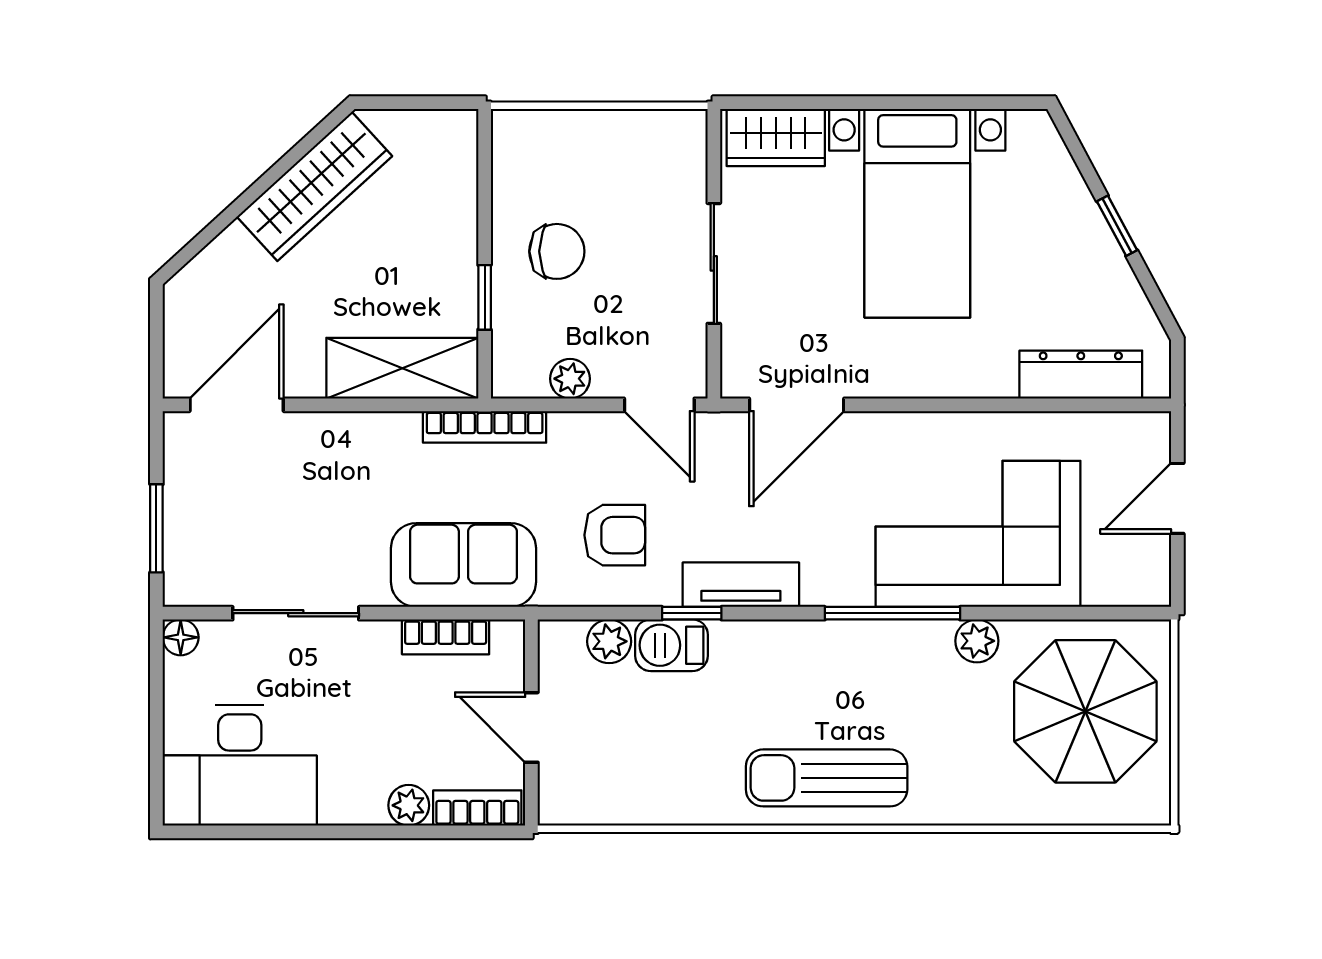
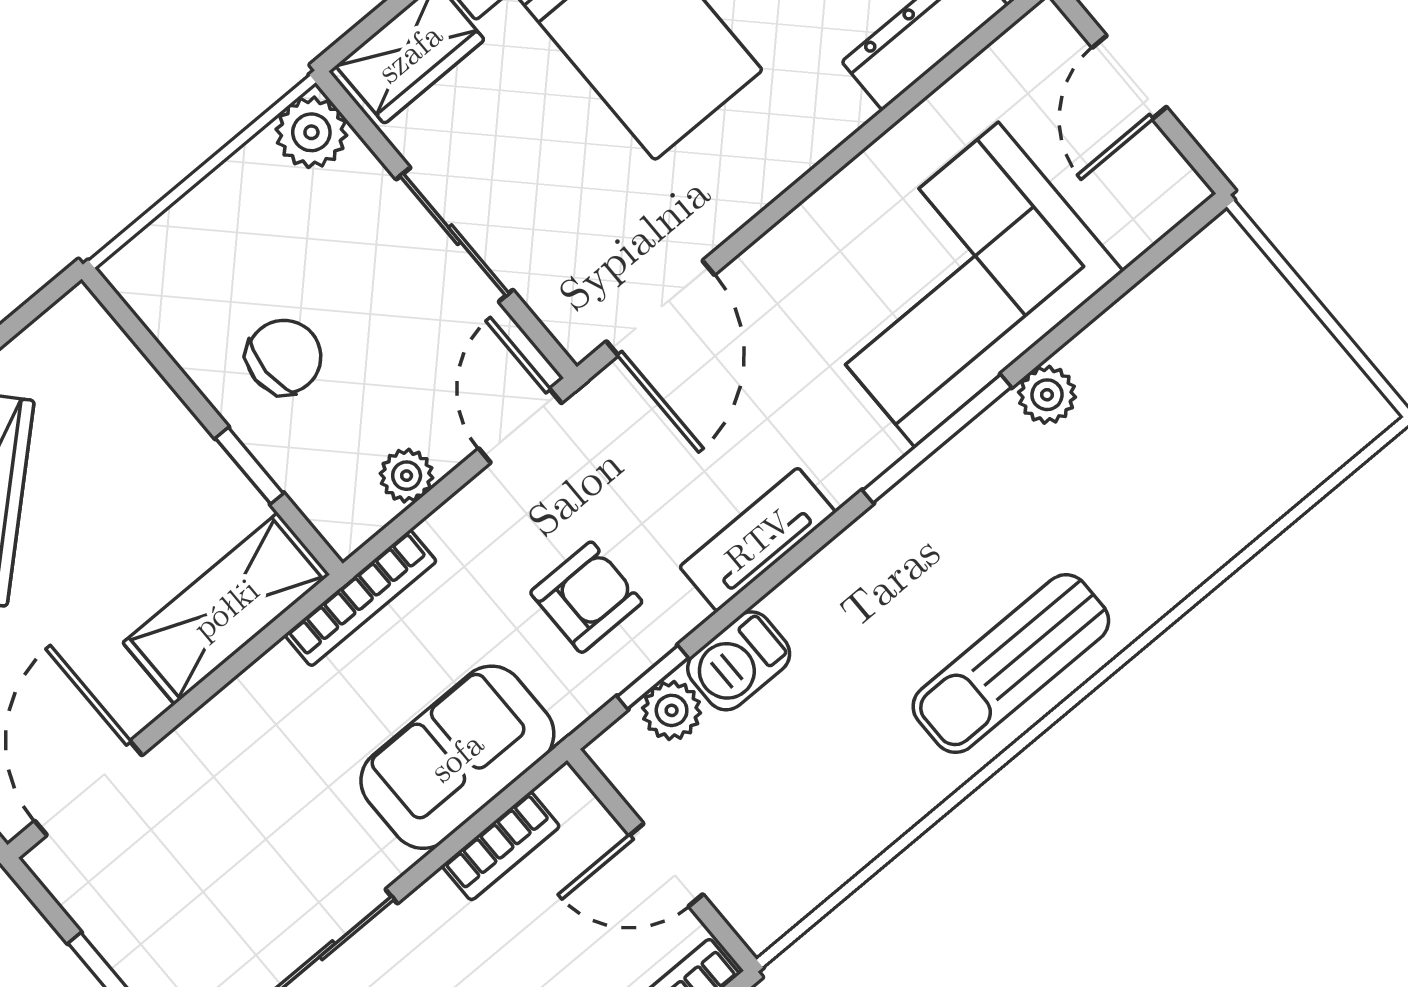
plant: (681, 136) -> (311, 132), added
door: (659, 405) -> (520, 426), swing flipped
window: (692, 613) -> (653, 677), moved
parasol: (1085, 711) -> (1218, 374), removed

